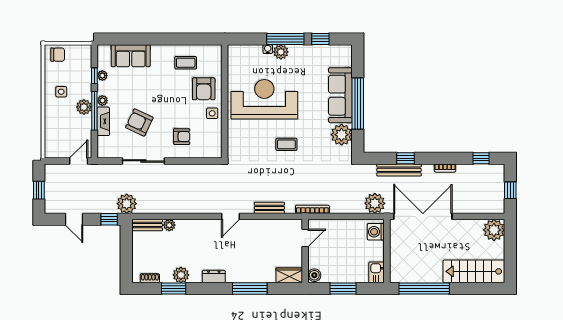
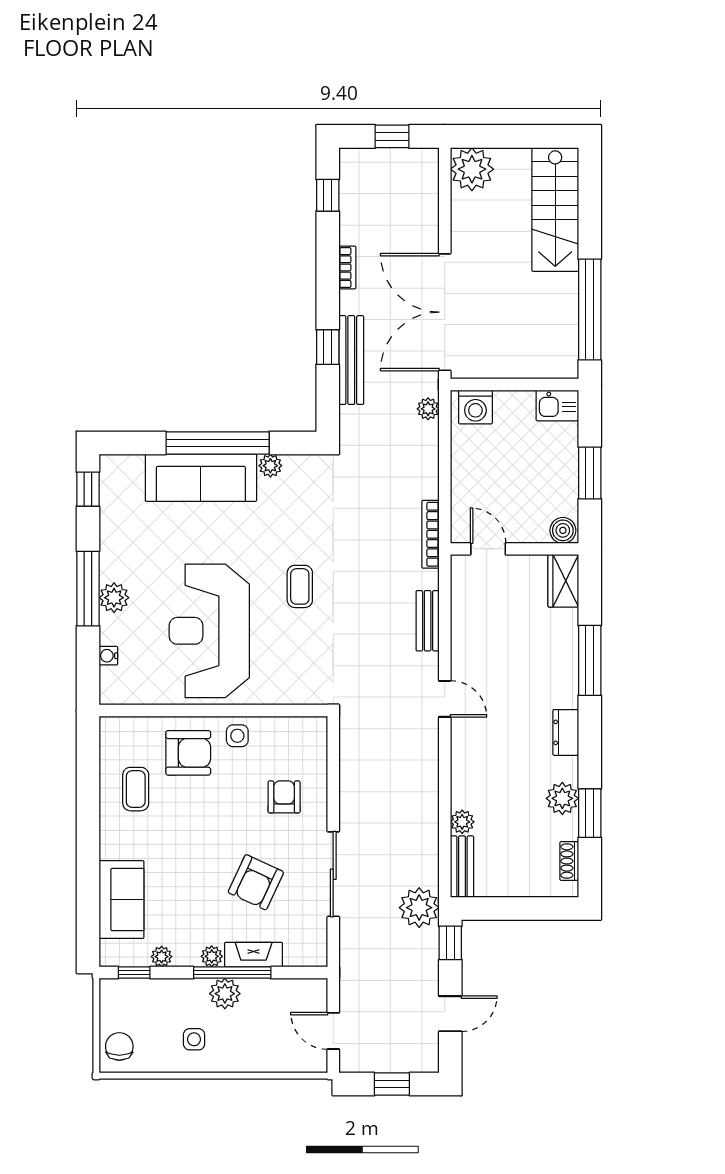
window: (320, 39) -> (88, 489), moved
water cooler: (268, 49) -> (108, 656), moved
window: (94, 76) -> (134, 973), moved
plant: (342, 135) -> (270, 466), width x0.53, depth x0.53
door: (79, 161) -> (333, 1031), moved
plant: (375, 203) -> (428, 409), width x0.53, depth x0.53

